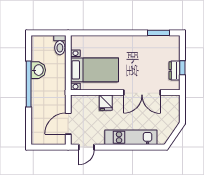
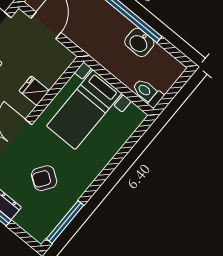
window: (159, 33) -> (65, 222), width x1.44
armchair: (145, 62) -> (44, 178), added

